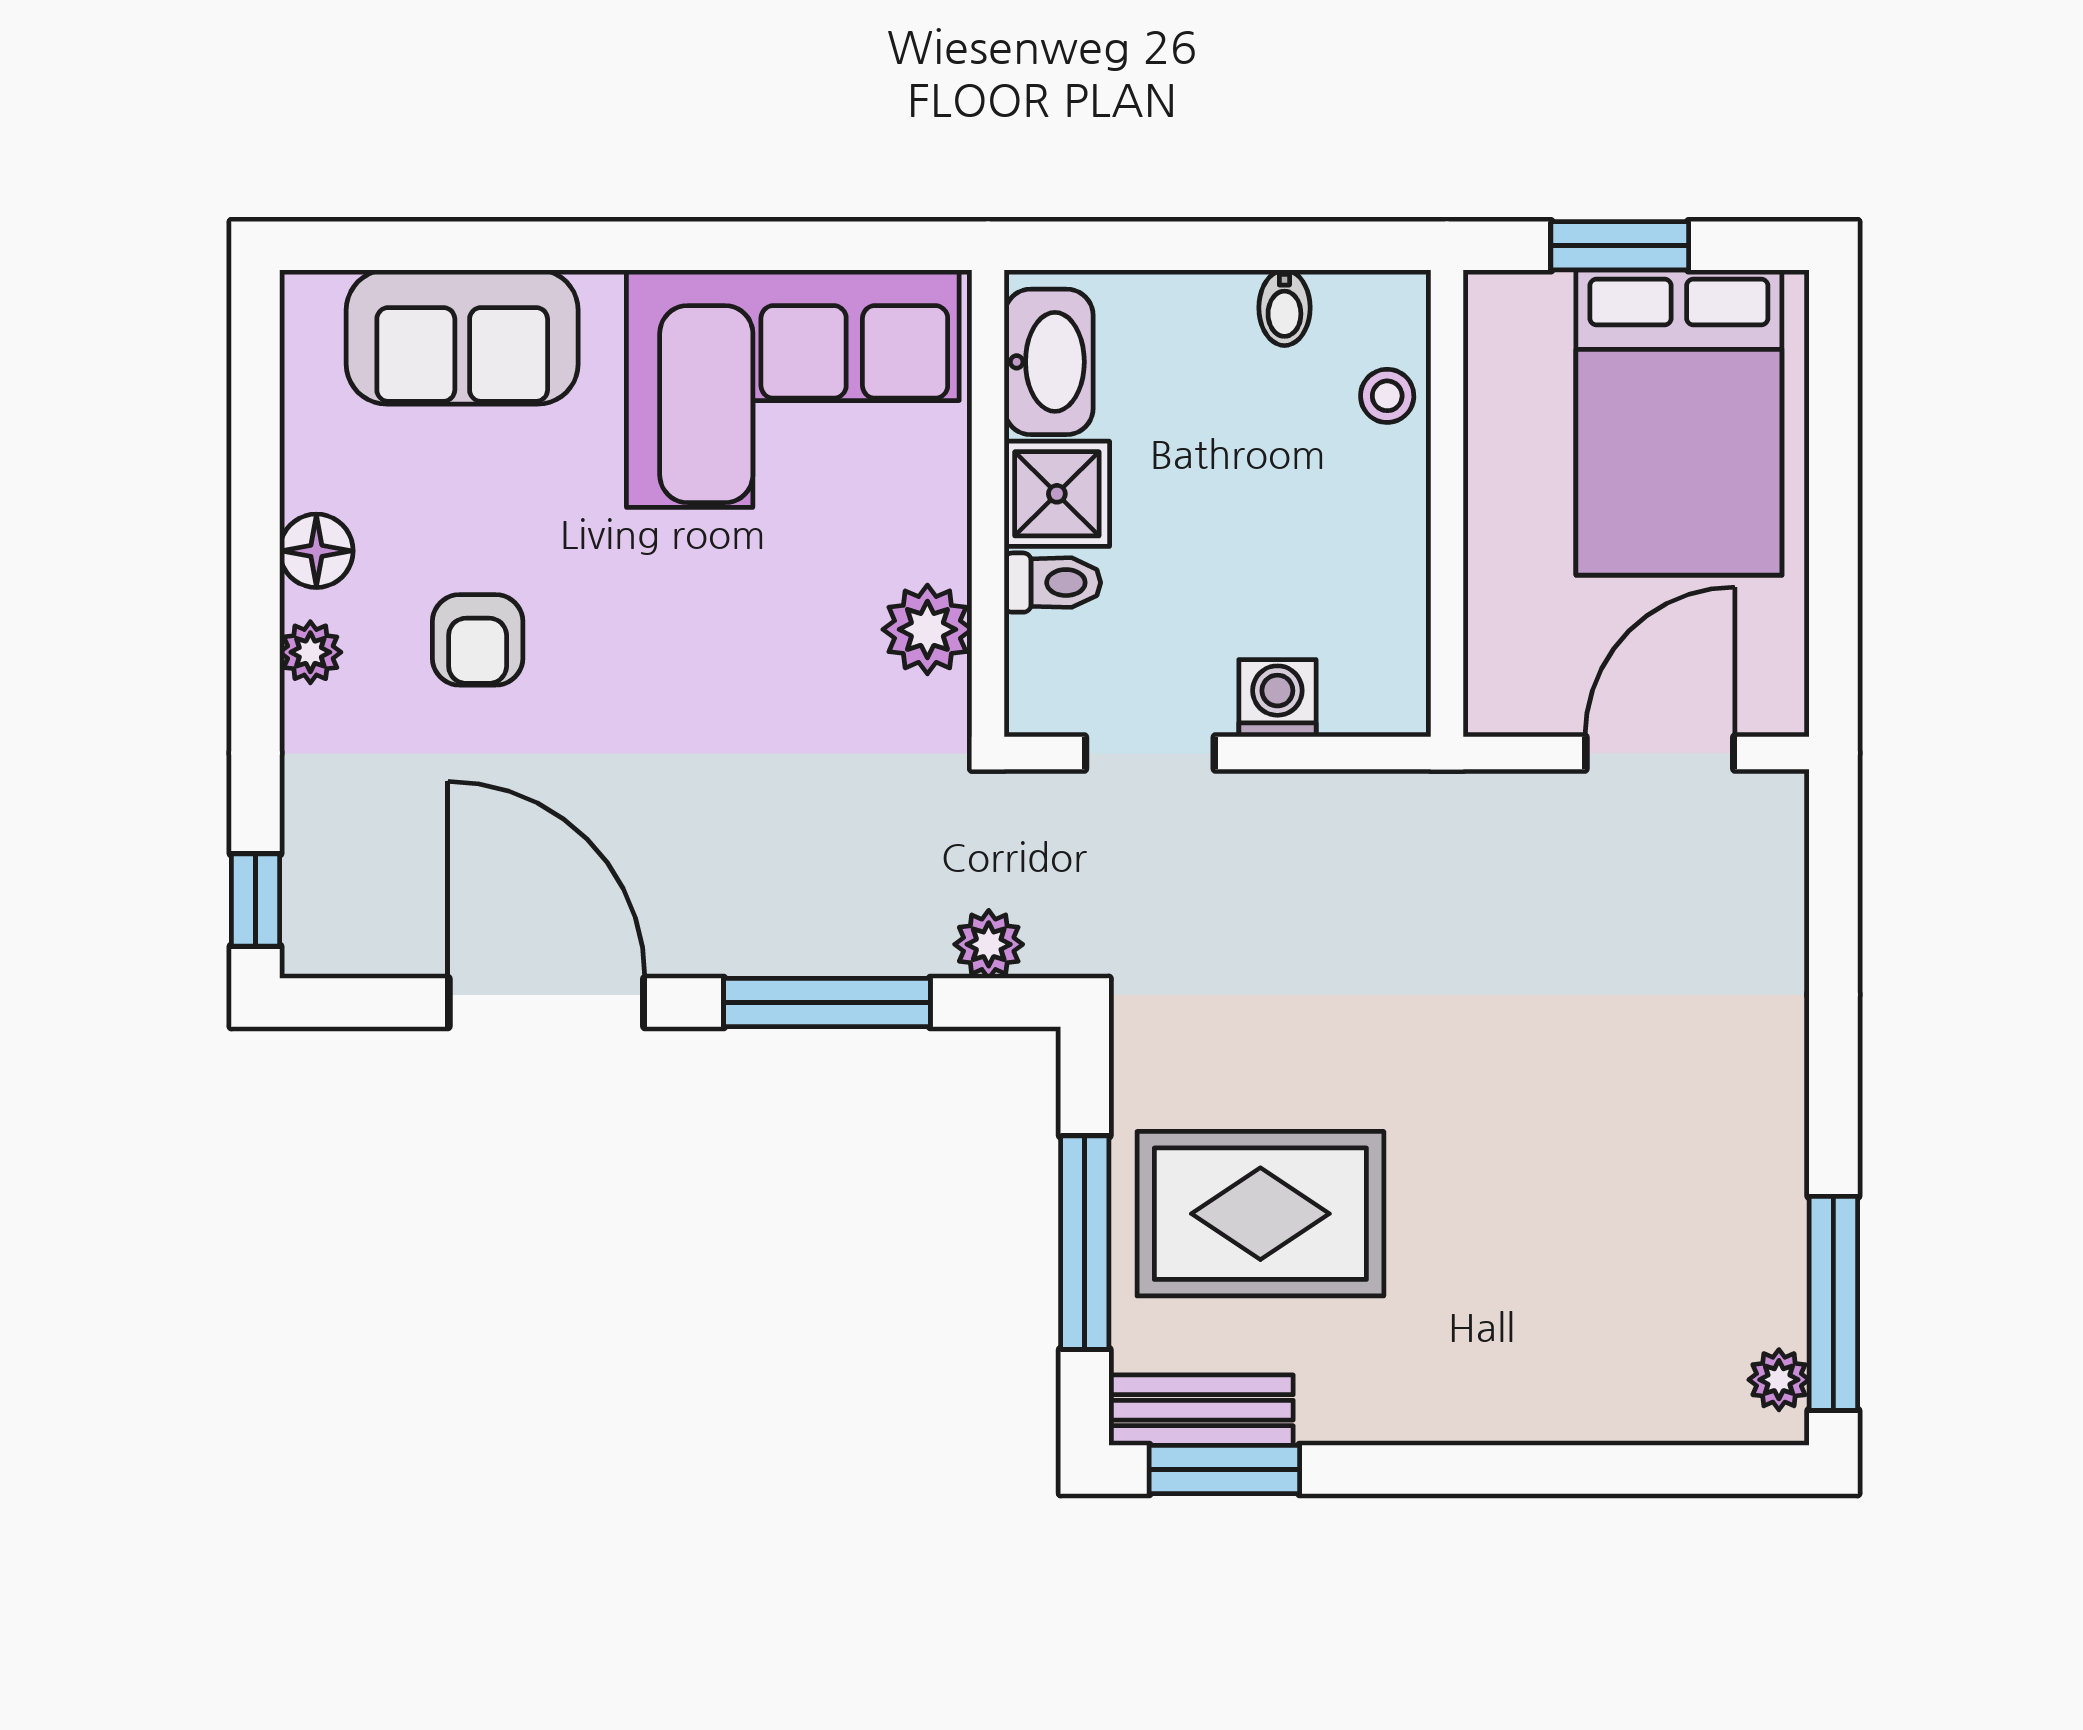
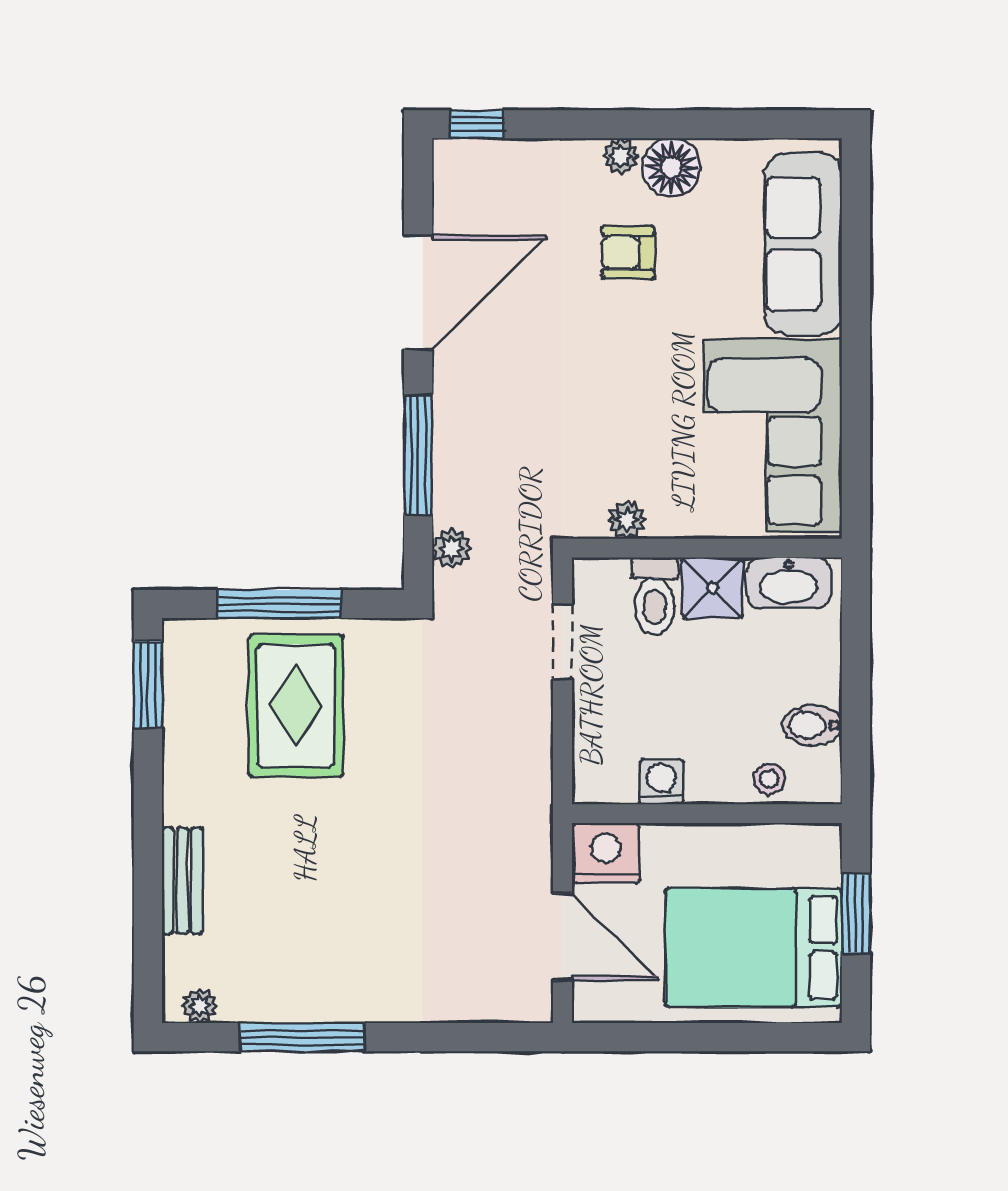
bidet: (1284, 308) -> (812, 725), width x1.38, depth x1.36
sofa: (462, 337) -> (803, 244), width x1.36
floor lamp: (316, 551) -> (672, 167), width x1.38, depth x1.38
toilet: (1052, 583) -> (655, 596), width x1.37, depth x1.39
plant: (927, 629) -> (627, 520), width x0.73, depth x0.73
nightstand: (1515, 679) -> (606, 853), added
washing machine: (1277, 698) -> (662, 782), moved, turned -90
window: (1833, 1303) -> (302, 1037), moved
bench: (1201, 1410) -> (182, 881), moved

